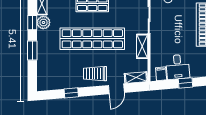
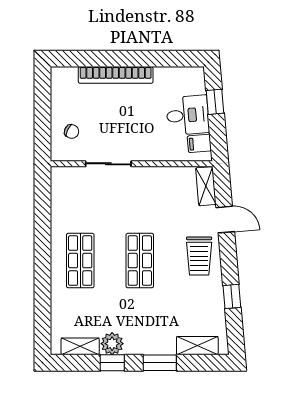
shop shelf: (92, 39) -> (140, 261), width x0.50, depth x0.74
shelving: (142, 46) -> (197, 346), moved

